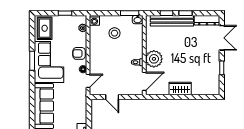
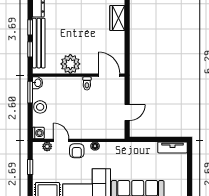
stool: (115, 33) -> (40, 107), moved
plant: (154, 59) -> (70, 64), moved
door: (88, 81) -> (61, 140), moved
wardrobe: (180, 88) -> (117, 18), moved

